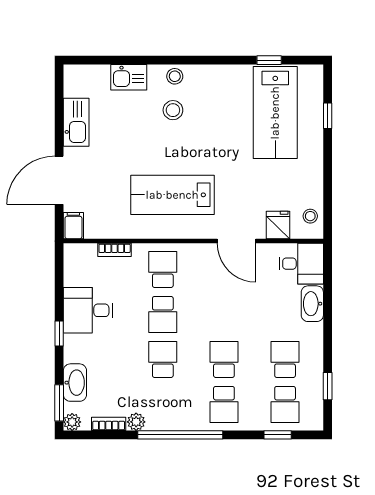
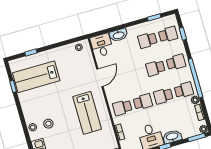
lab bench: (275, 113) -> (36, 77), turned 180
fridge: (278, 225) -> (87, 61), removed
washbasin: (75, 383) -> (172, 137), moved
school desk: (163, 404) -> (184, 90), added

